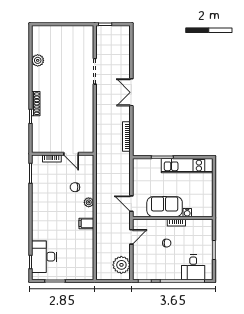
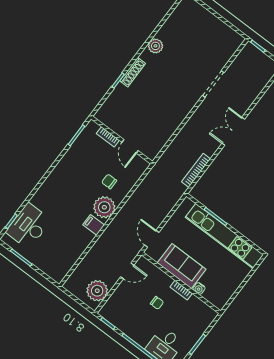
plant: (38, 60) -> (155, 46), moved
kitchen unit: (187, 166) -> (224, 236), width x1.36
plant: (89, 202) -> (104, 207), width x1.88, depth x1.88

